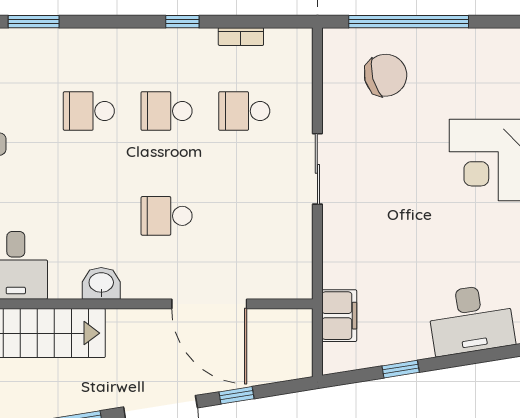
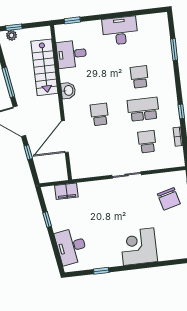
school desk: (167, 111) -> (143, 109), width x1.85

